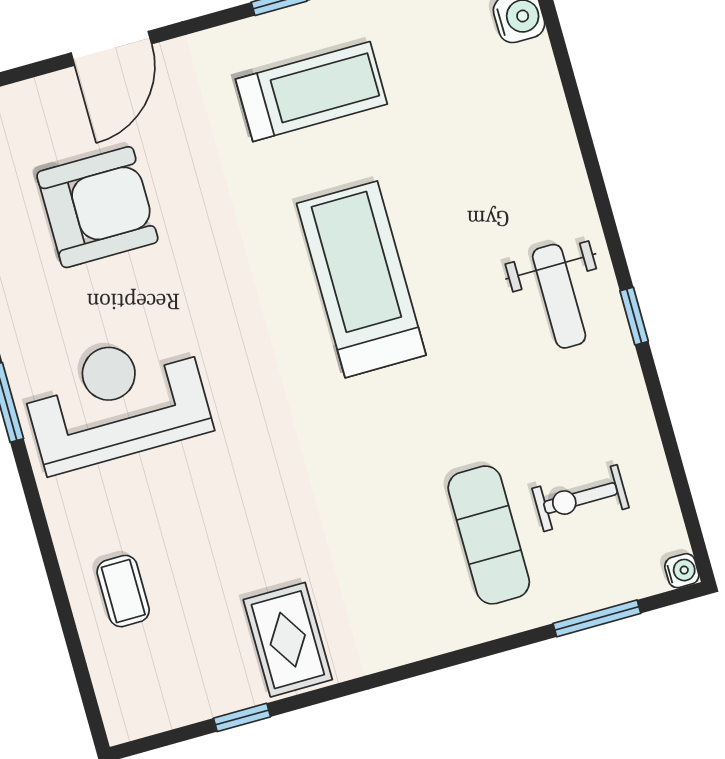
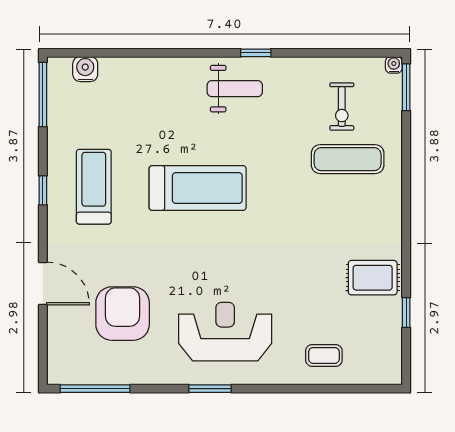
treadmill: (361, 279) -> (198, 188), turned 180
reception desk: (116, 401) -> (225, 332), turned 90
window: (597, 618) -> (406, 87), moved

